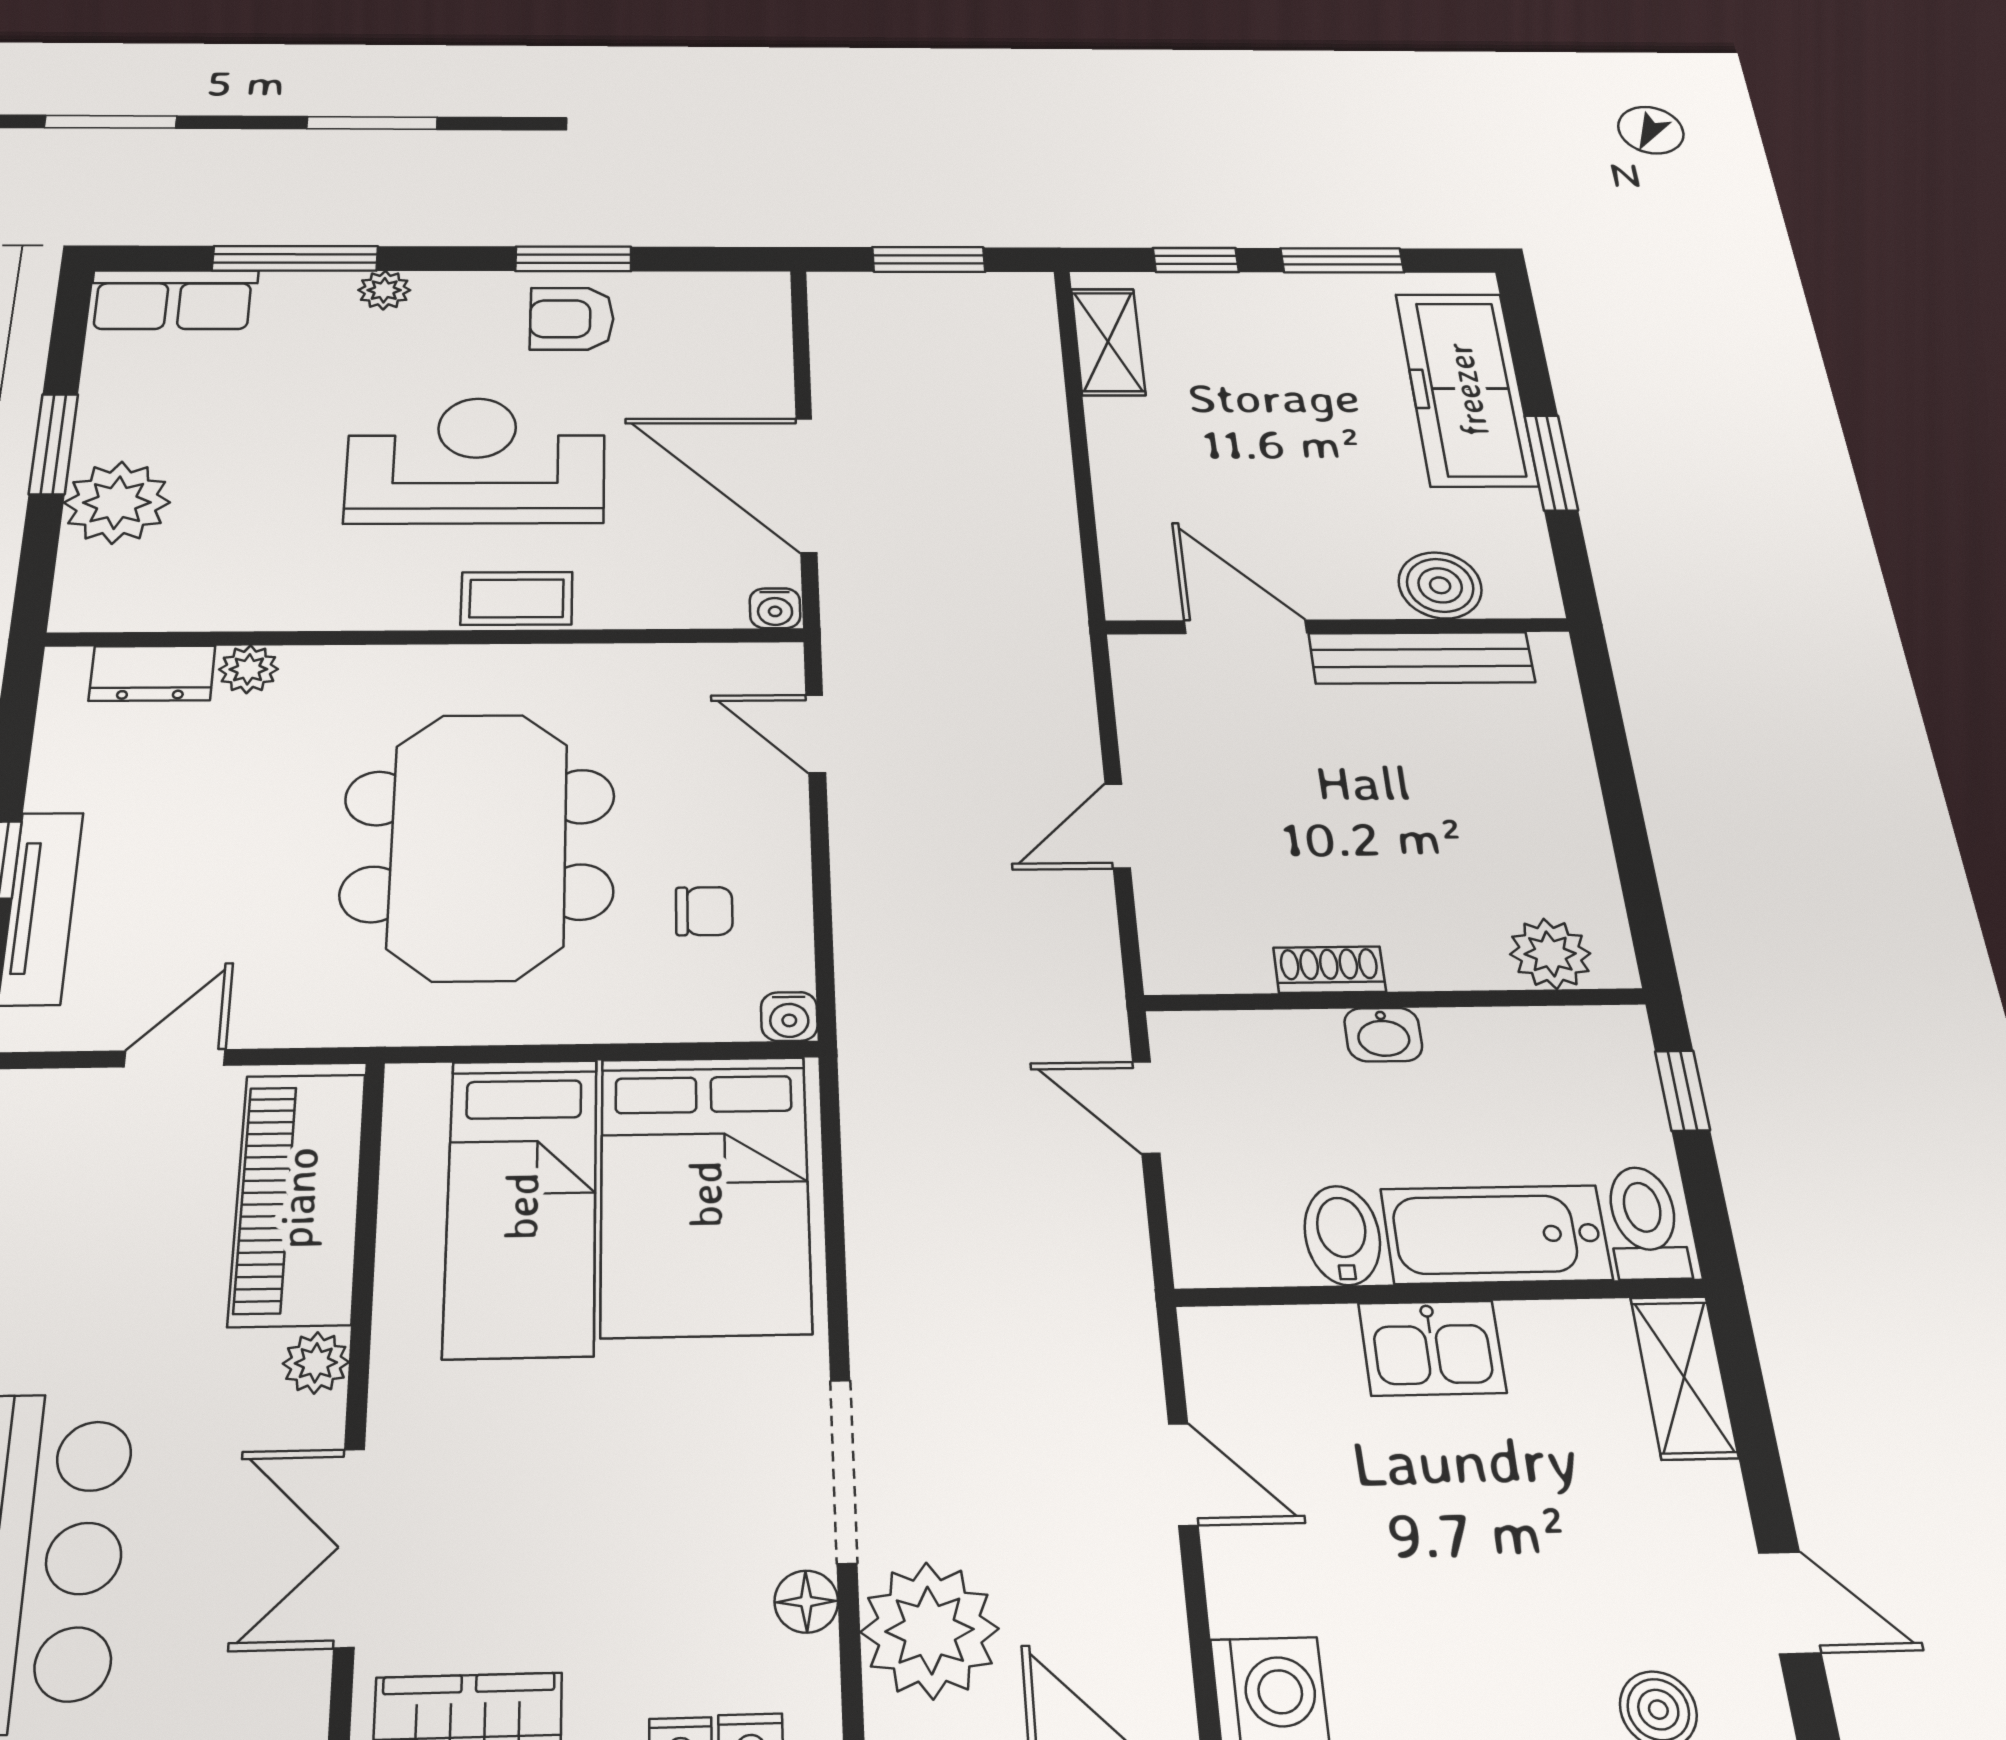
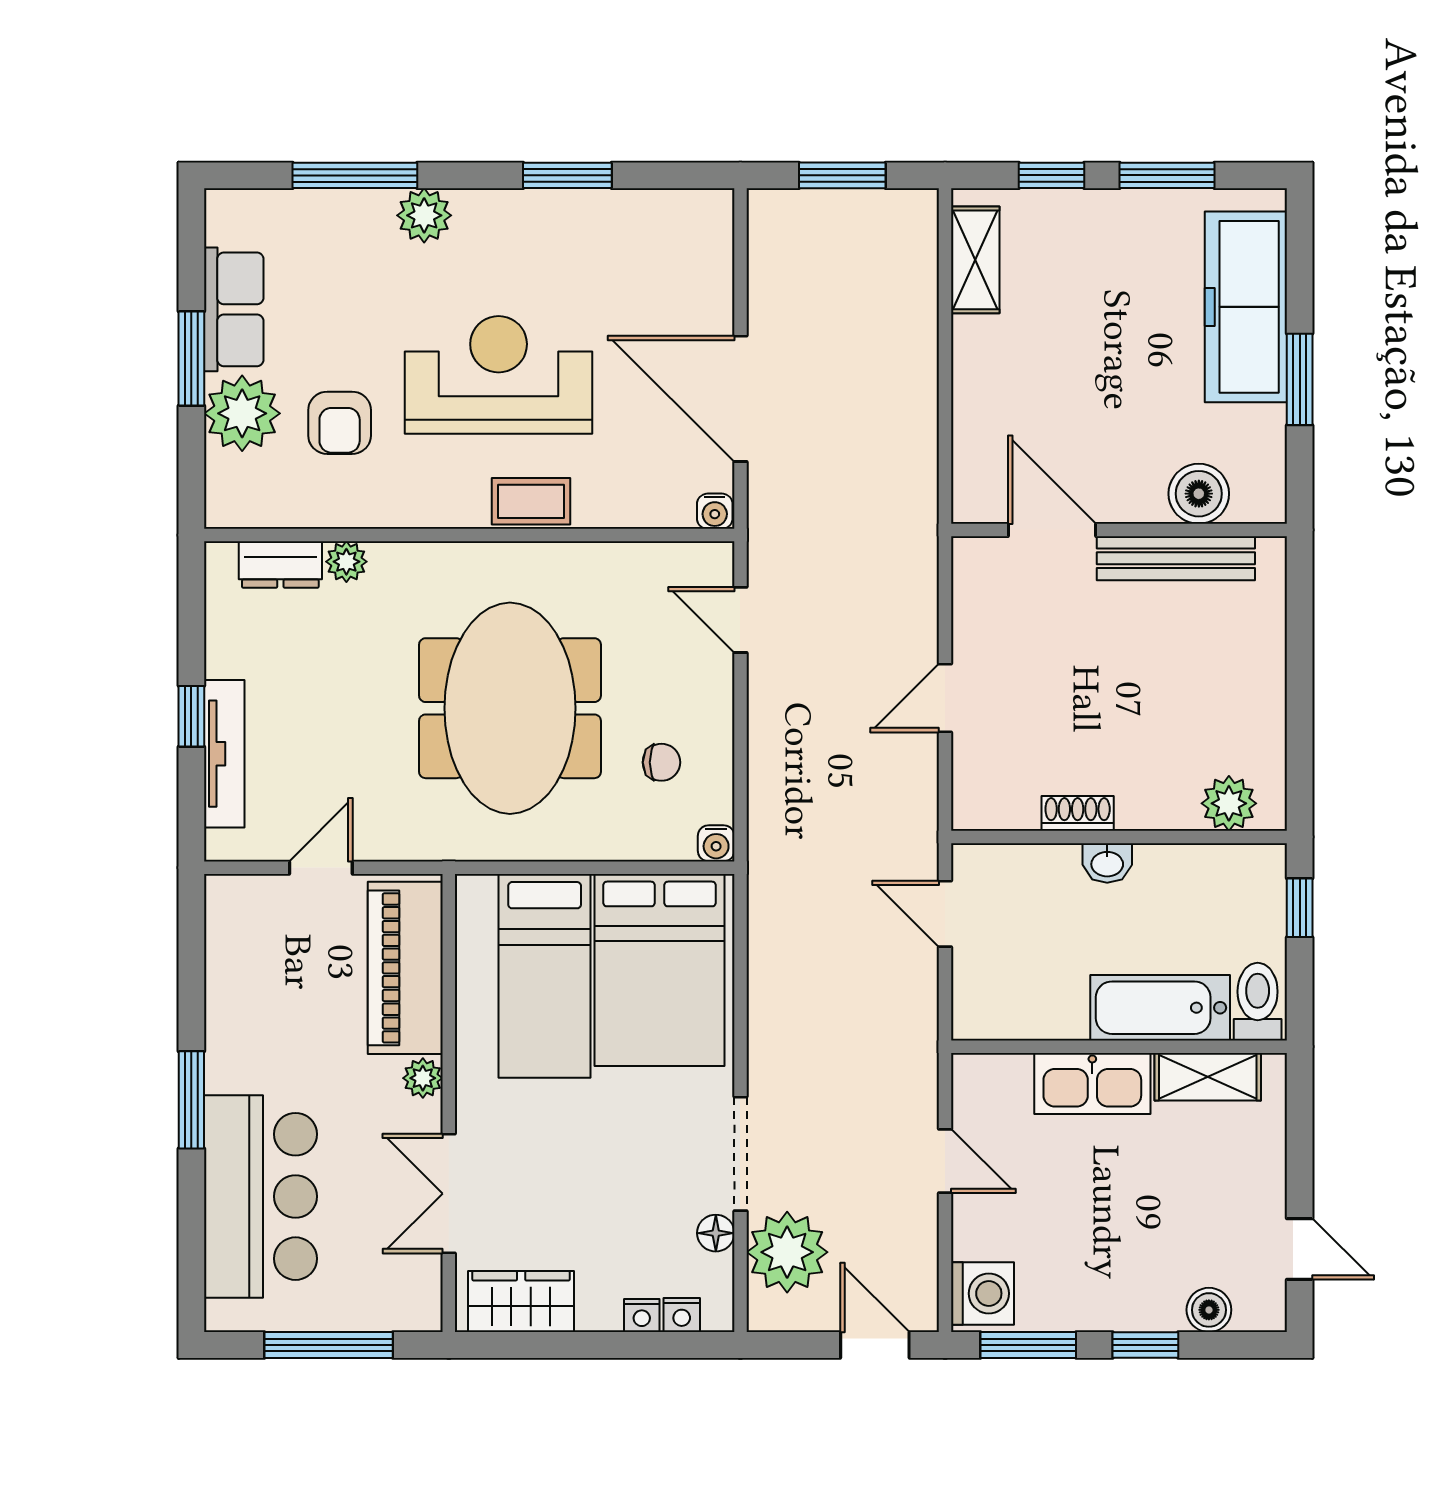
plant: (384, 290) -> (424, 215), width x1.38, depth x1.38
row of seats: (173, 300) -> (234, 309), moved, turned -90
armchair: (572, 319) -> (340, 423), moved, turned -90
bidet: (1342, 1235) -> (1062, 1006), removed
kitchen sink: (1432, 1348) -> (1092, 1083), width x1.38
shelving: (1684, 1377) -> (1208, 1077), moved, turned 90

